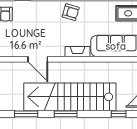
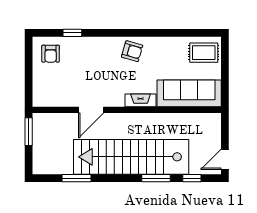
door: (38, 59) -> (91, 110), hinge flipped
window: (66, 114) -> (156, 178), moved

